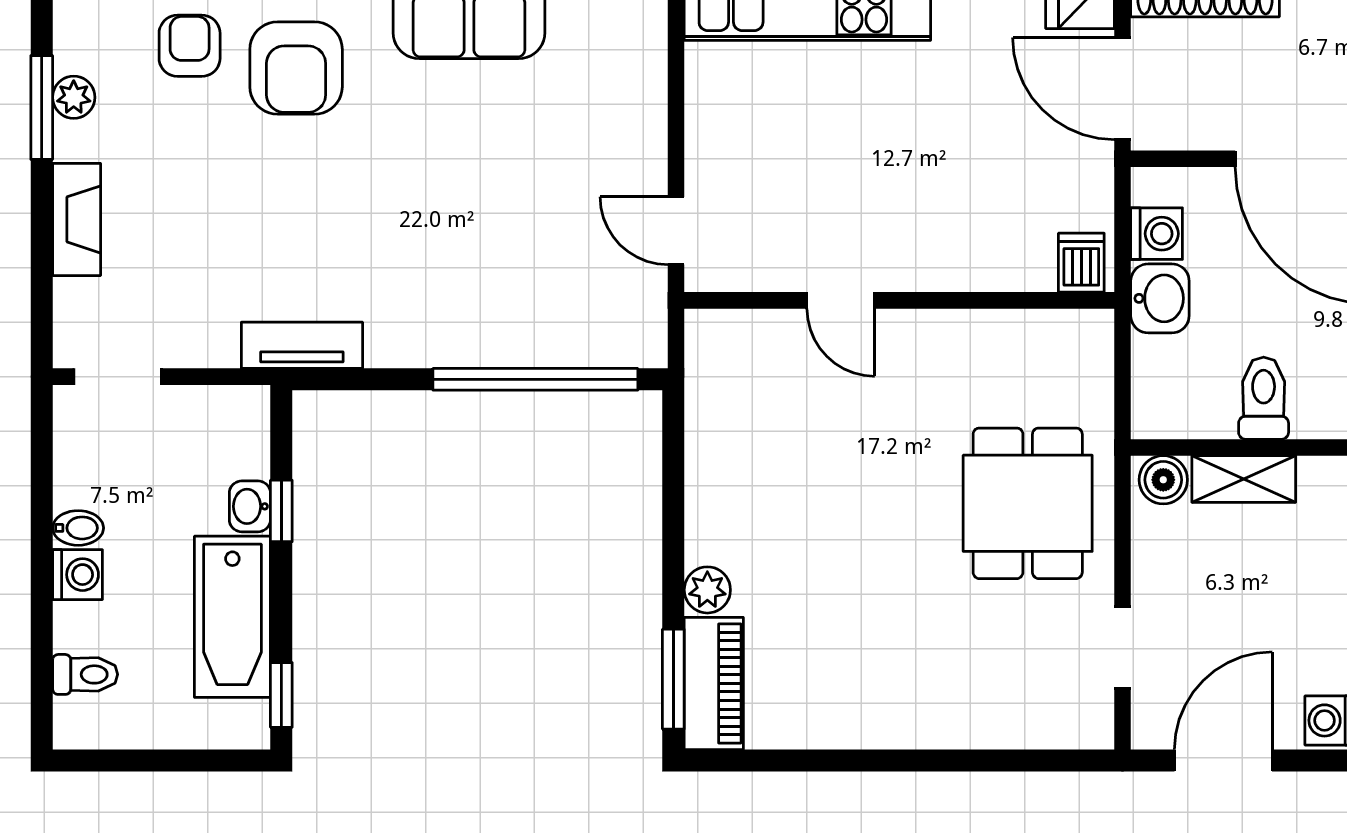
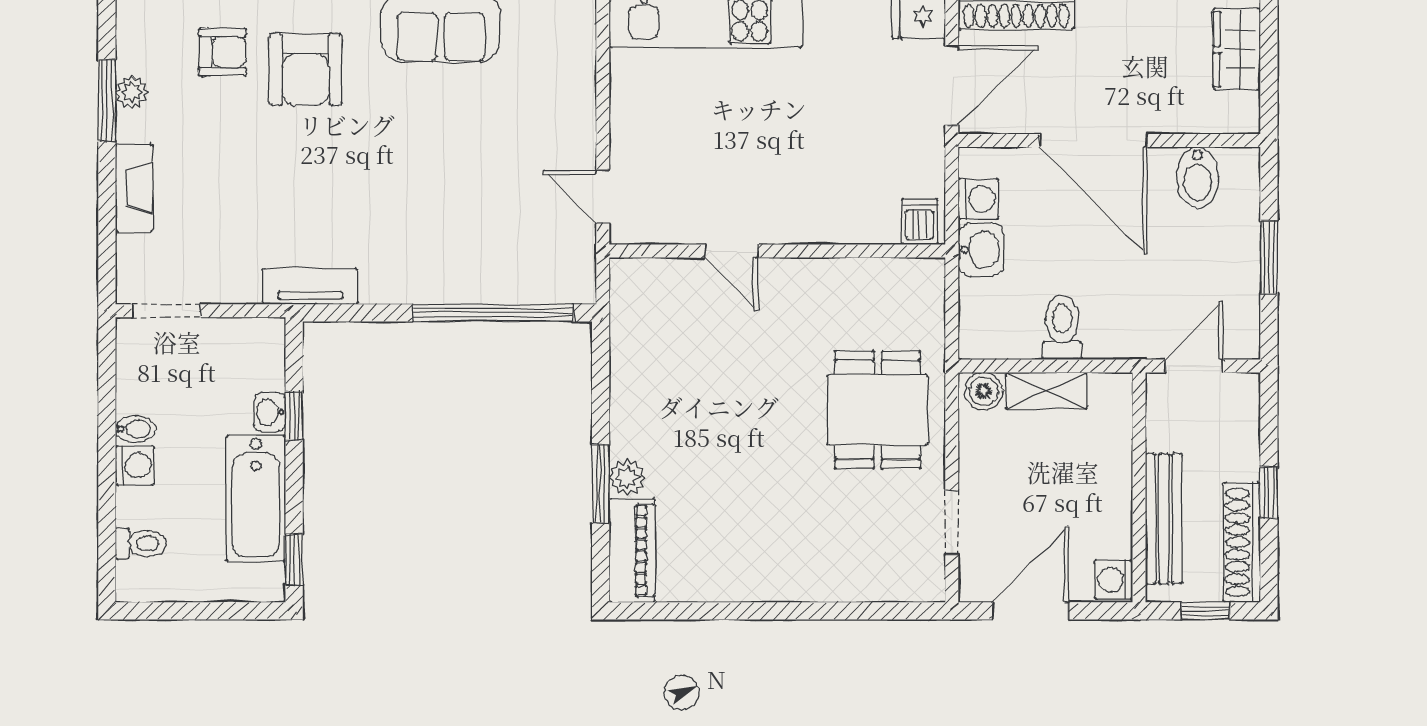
armchair: (190, 46) -> (222, 52), turned 90
door: (1123, 89) -> (952, 85), swing flipped
window: (673, 679) -> (601, 484), moved

